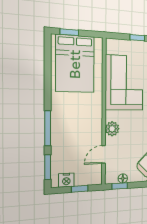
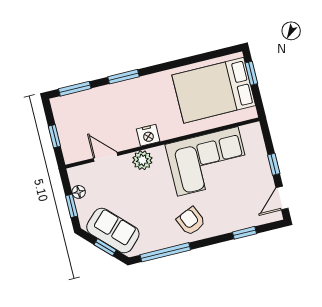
window: (48, 128) -> (123, 77), width x0.69
nightstand: (66, 180) -> (148, 135), moved, turned -90
window: (120, 186) -> (72, 206), moved

